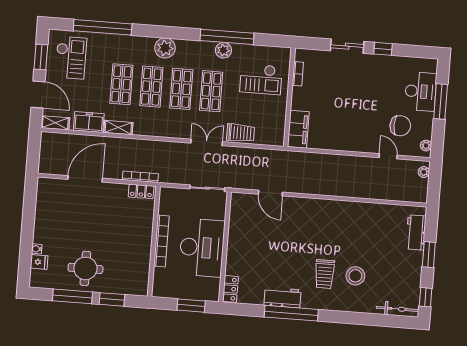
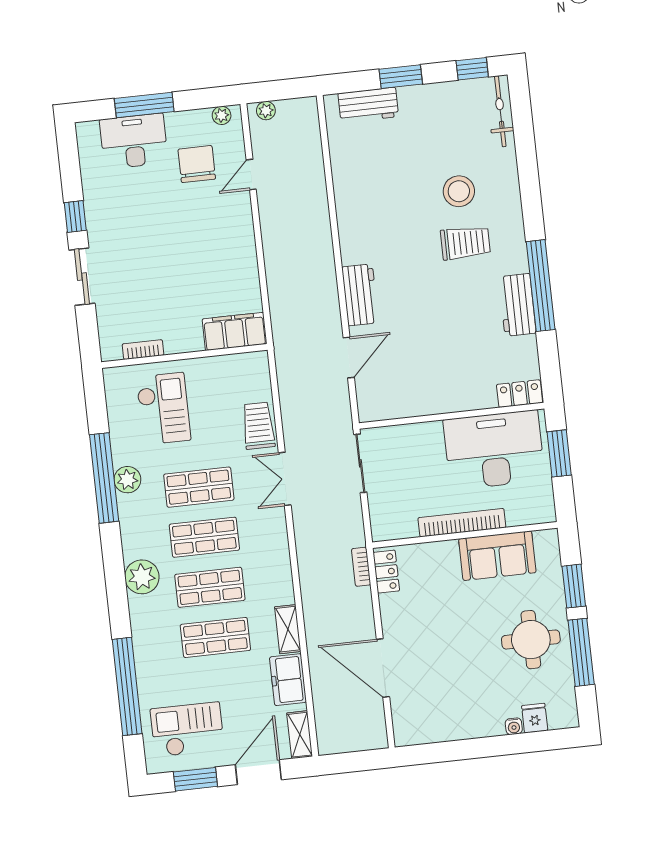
bookcase: (140, 177) -> (361, 567), width x0.64
workbench: (306, 207) -> (360, 295), added
desk: (202, 248) -> (494, 450), moved
sofa: (138, 258) -> (497, 556), added

